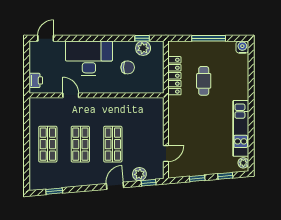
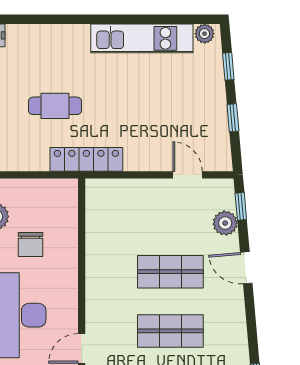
chair: (128, 67) -> (31, 245), turned 180
locker: (174, 76) -> (86, 159), moved

